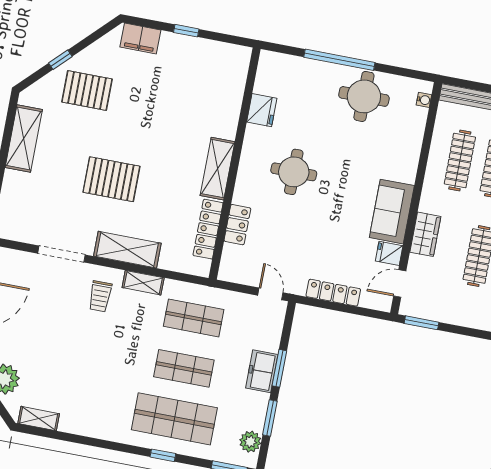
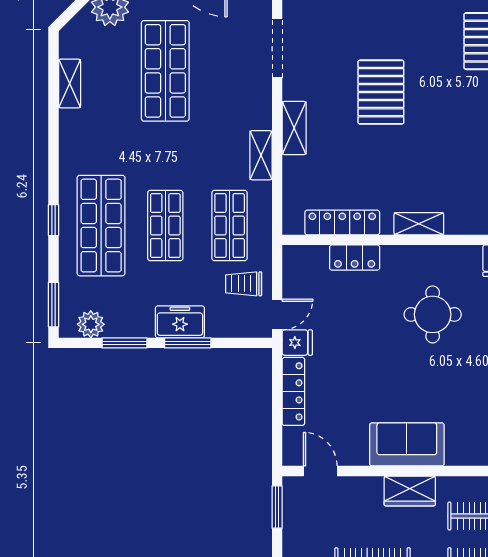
shelving: (218, 169) -> (419, 224), width x0.67, depth x0.75
wardrobe: (425, 234) -> (410, 491), moved
shelving: (127, 250) -> (294, 128), width x0.67, depth x0.75
fridge: (389, 253) -> (297, 343), moved, turned 90
trolley: (100, 296) -> (244, 284), moved
shop shelf: (63, 345) -> (165, 71), added
shelving: (39, 419) -> (70, 84), moved

